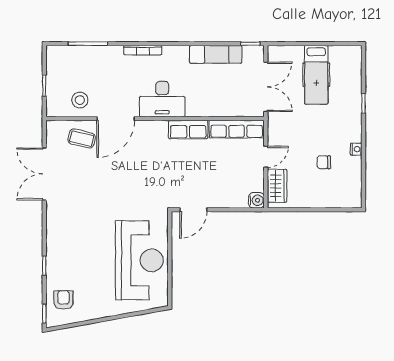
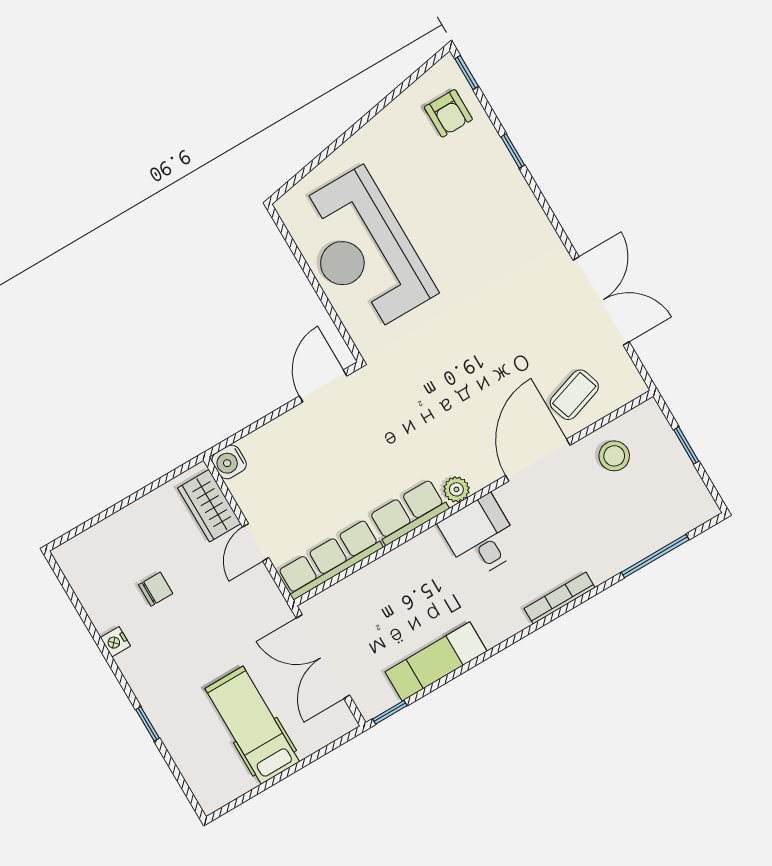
desk: (162, 99) -> (481, 537), width x0.73
plant: (160, 127) -> (456, 489), added
coffee table: (82, 139) -> (574, 395), turned -32

